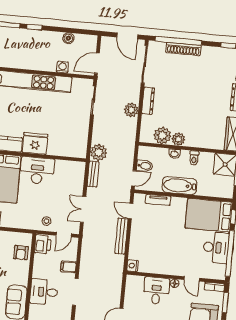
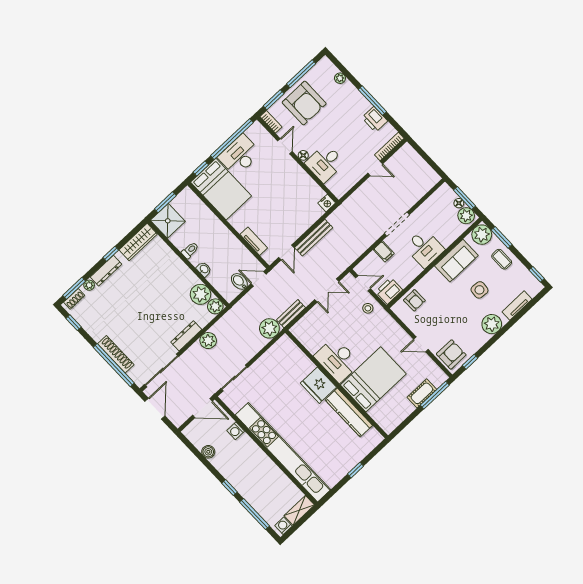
plant: (178, 139) -> (215, 306), moved
bathtub: (180, 186) -> (224, 237), removed
armchair: (21, 253) -> (414, 300), turned 89

